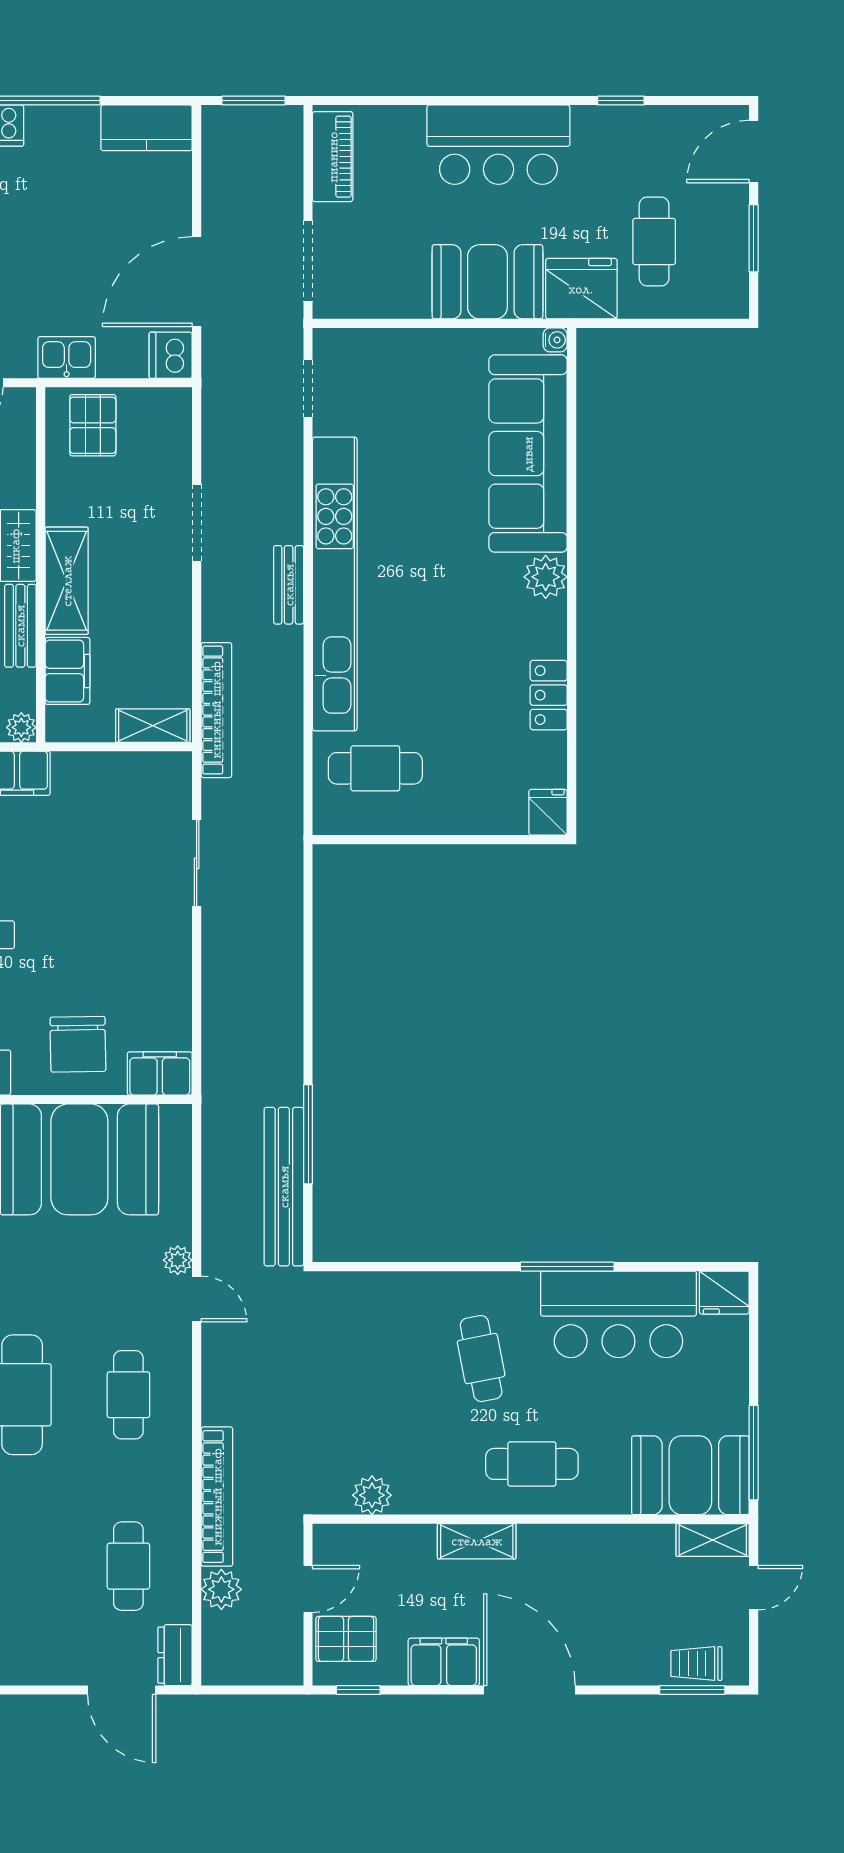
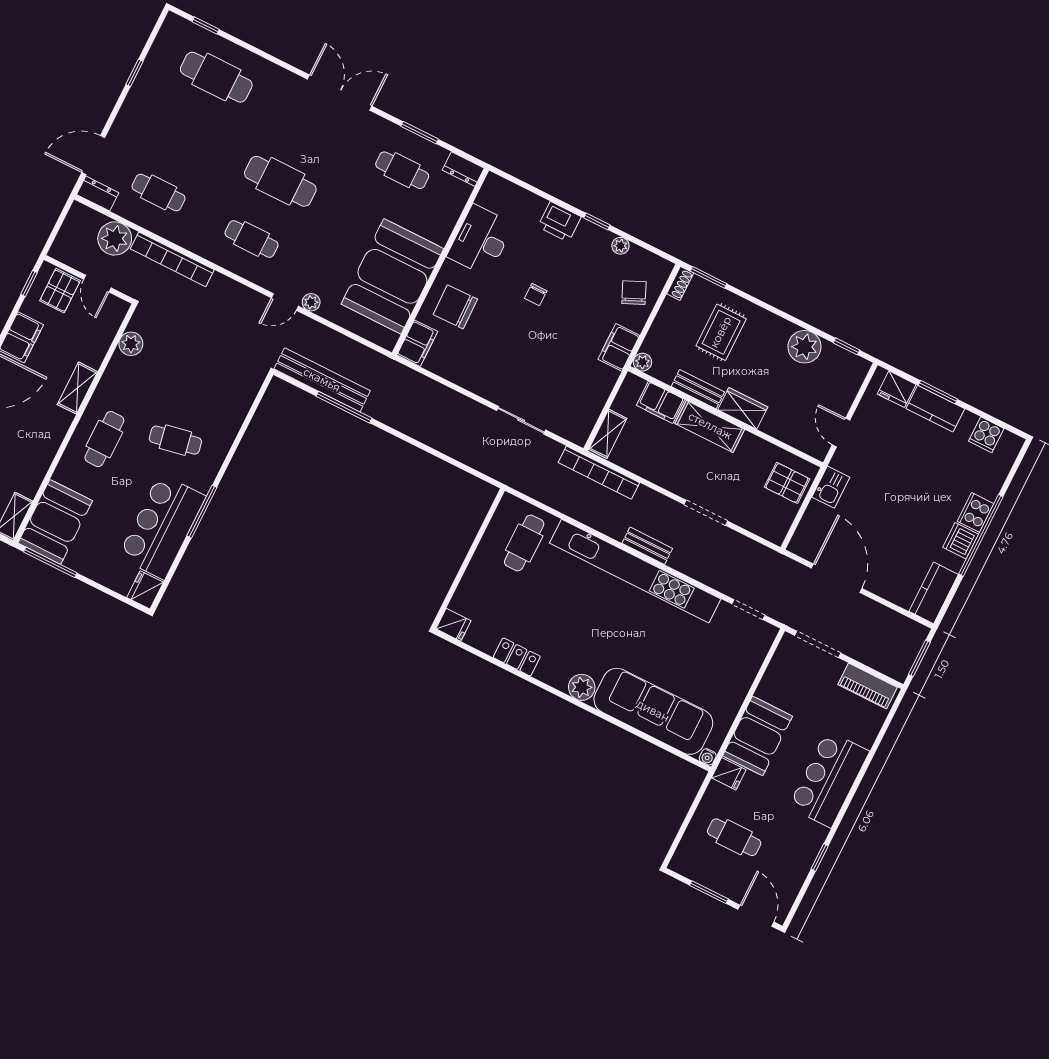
fridge: (581, 289) -> (729, 774), width x0.53, depth x0.75
dishwasher: (171, 355) -> (961, 541), moved, turned -90
plant: (221, 1589) -> (115, 238), width x1.36, depth x1.36

